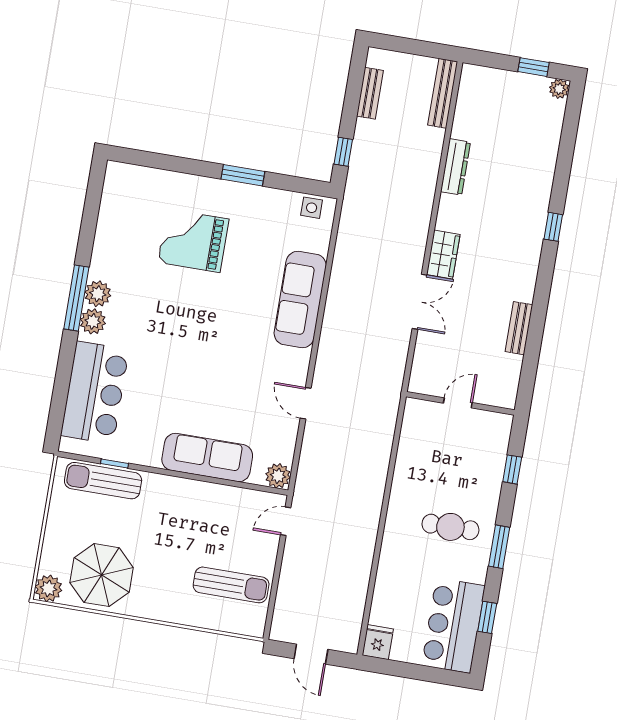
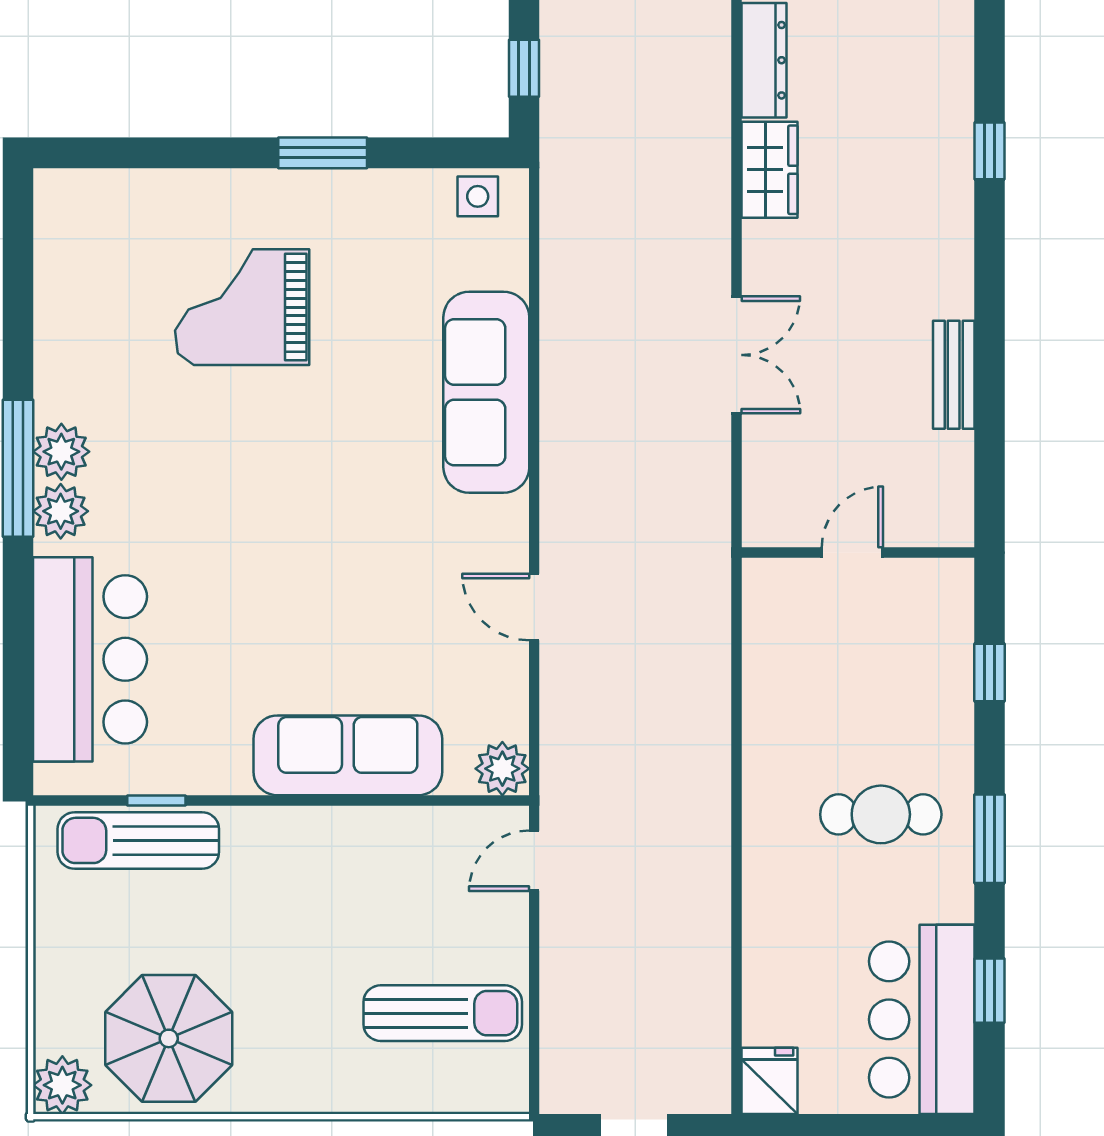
wardrobe: (443, 255) -> (769, 170), moved

